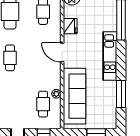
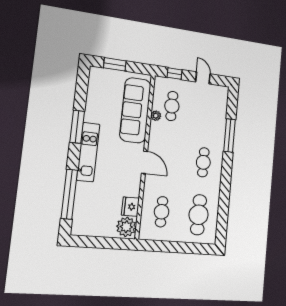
fridge: (70, 26) -> (130, 207), moved
window: (121, 94) -> (77, 127), moved

